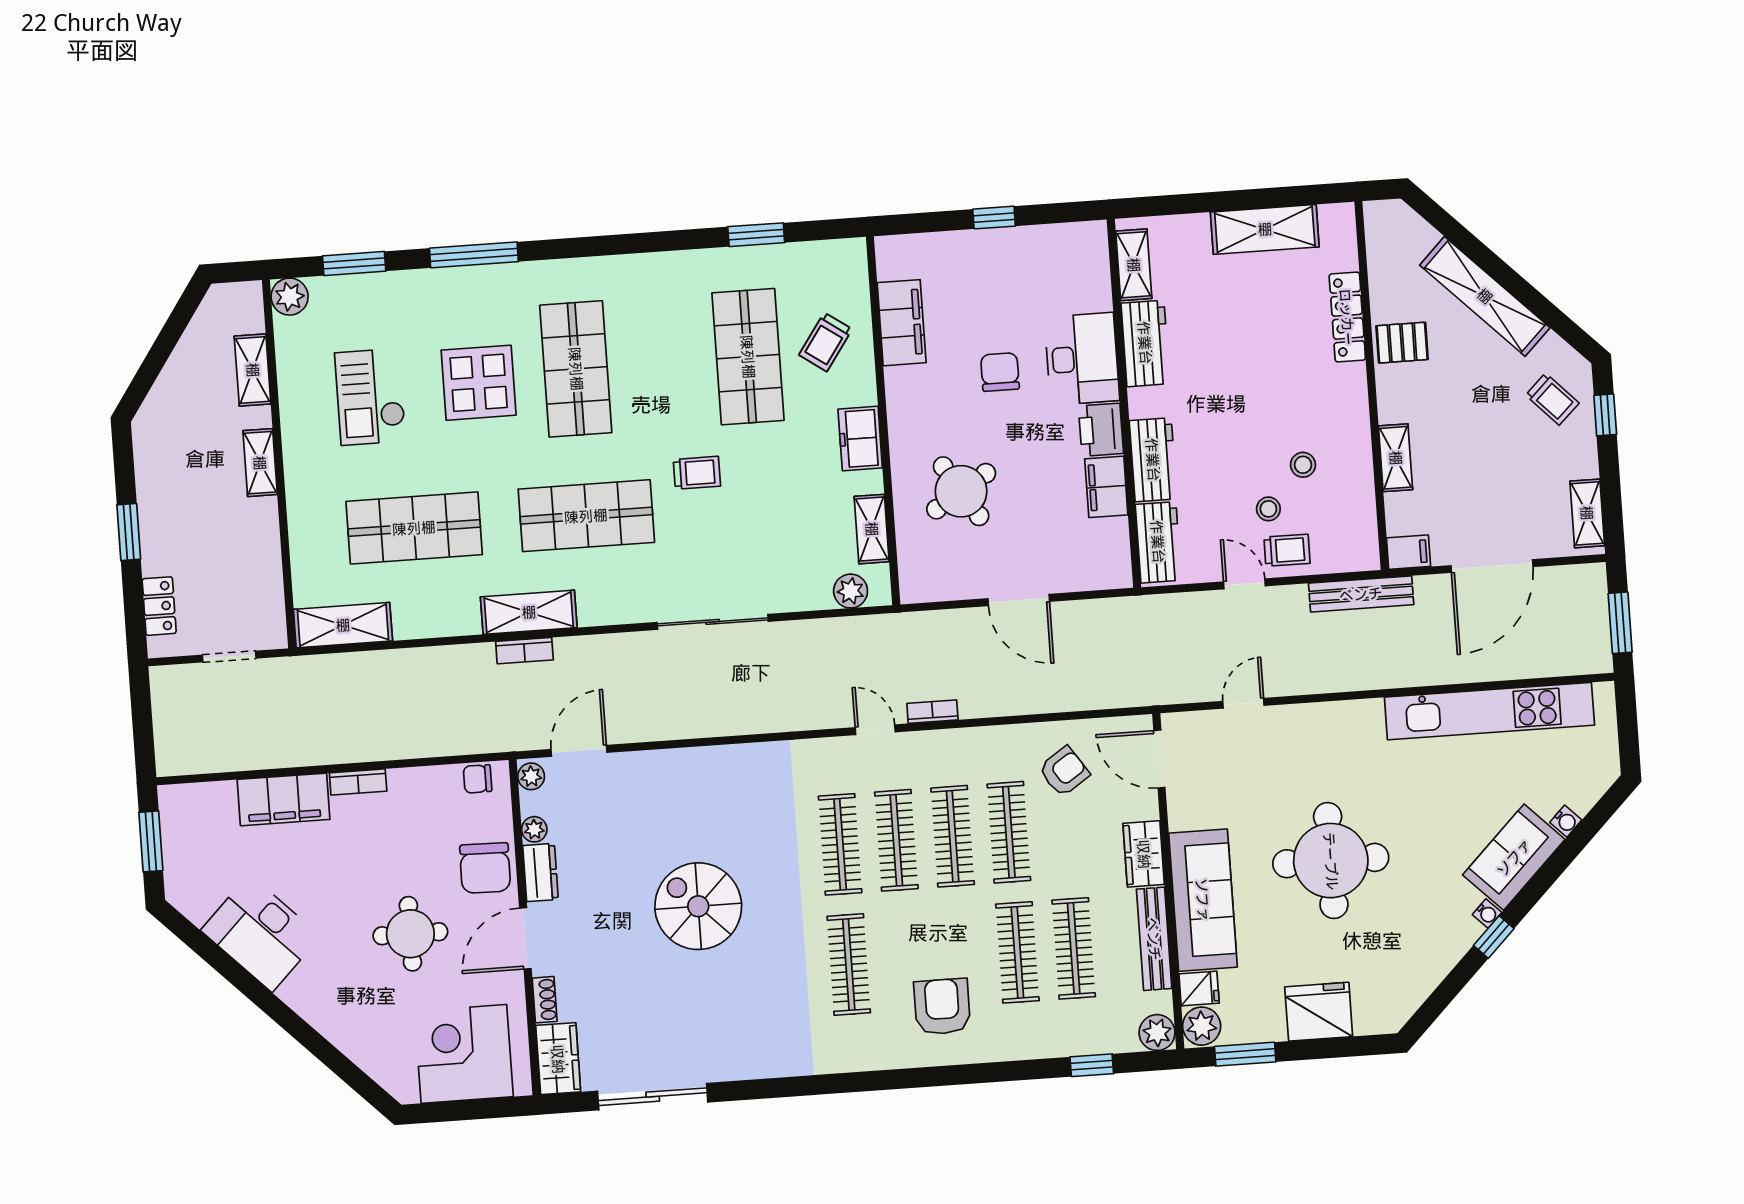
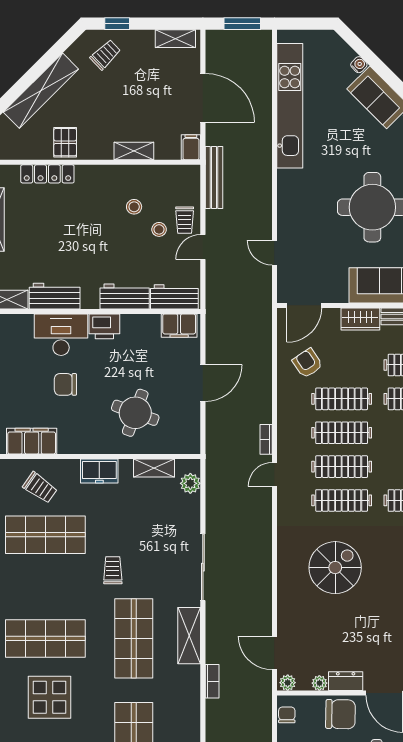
filing cabinet: (1106, 487) -> (179, 326), moved
round table: (961, 491) -> (135, 413), turned -38
trolley: (1287, 550) -> (185, 220), turned 180
shelving: (529, 612) -> (189, 636), moved
chair: (478, 779) -> (287, 715), turned 180
spiral stairs: (698, 906) -> (335, 568), moved, turned 180

